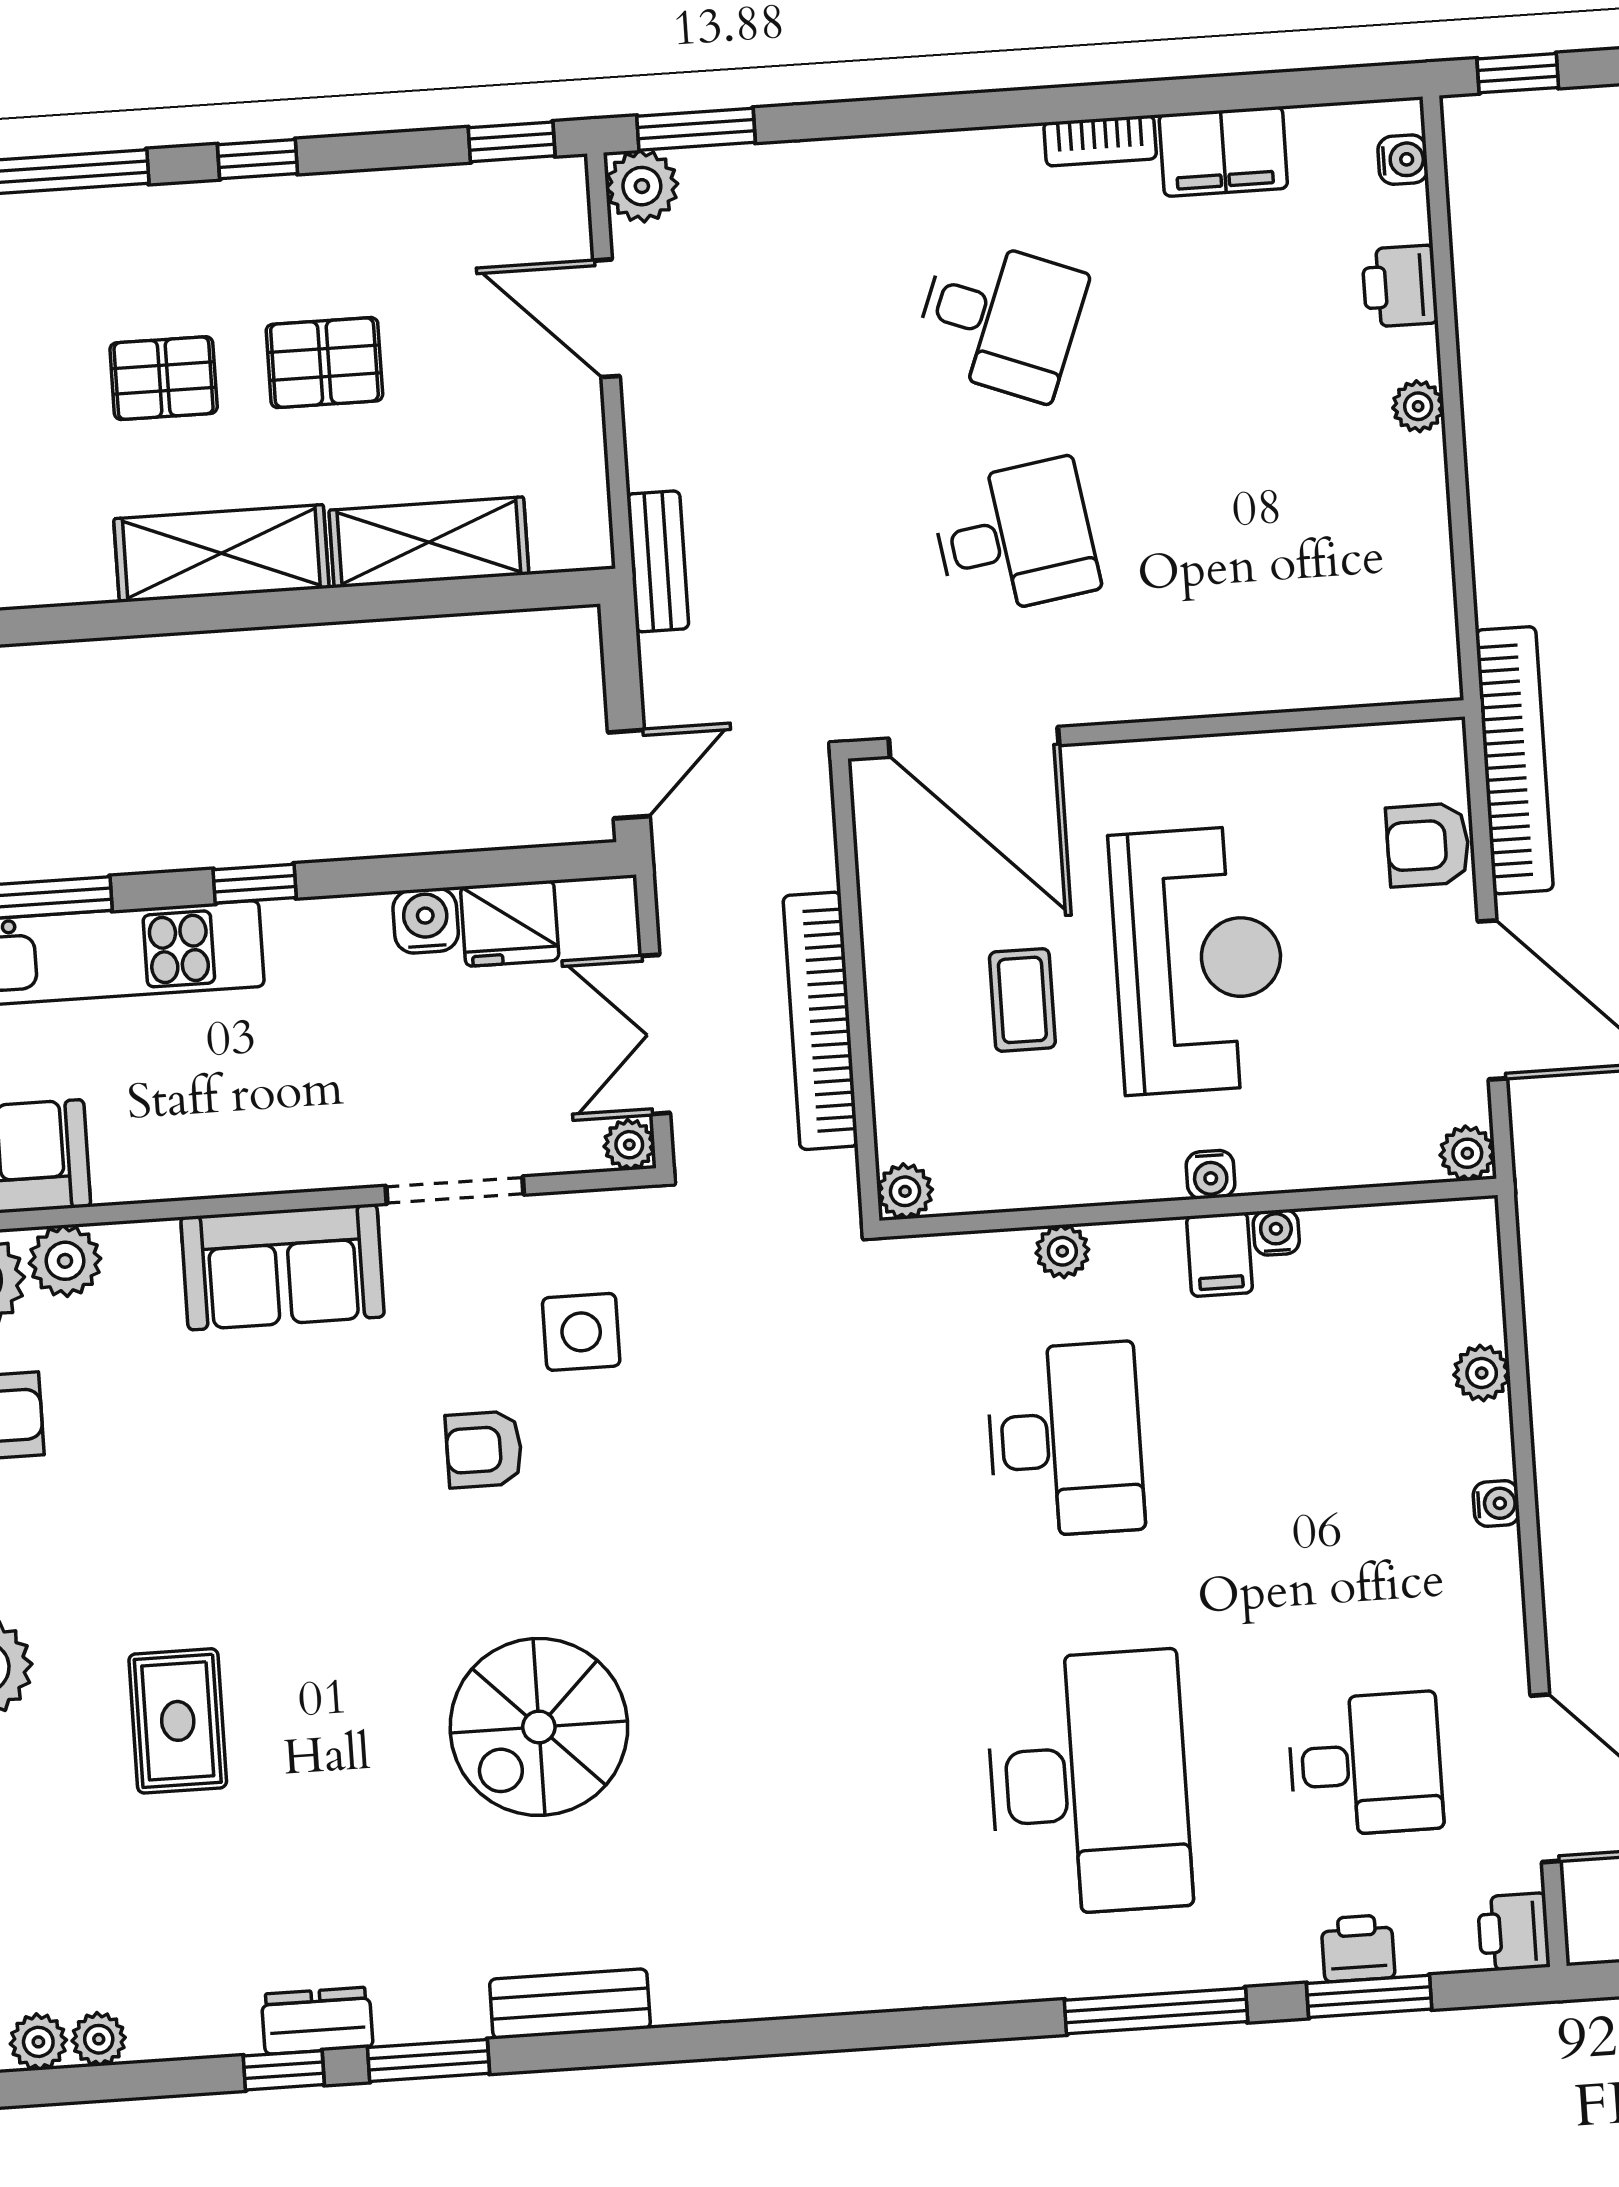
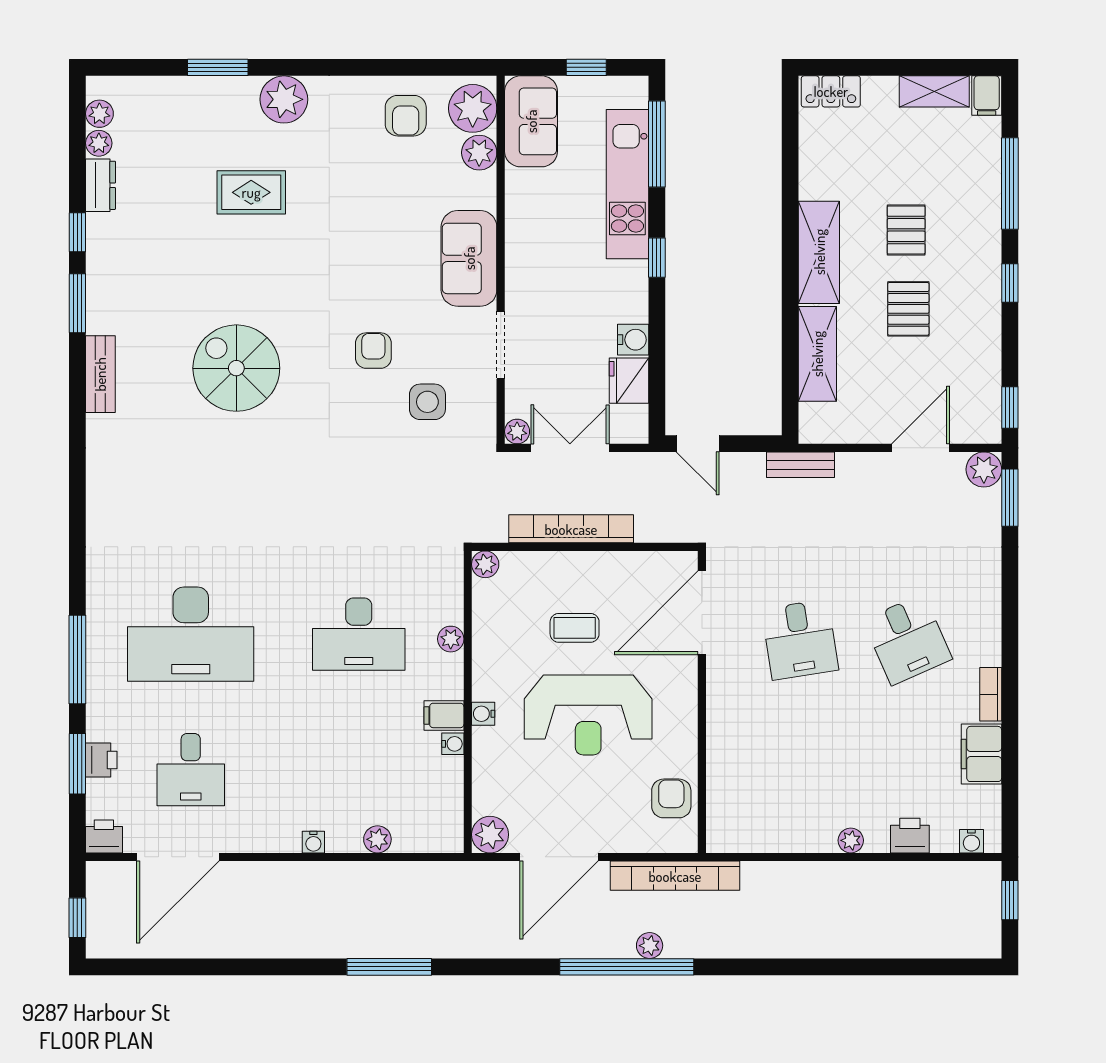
desk: (1000, 319) -> (907, 640), turned -45
armchair: (1428, 845) -> (671, 798), moved
plant: (1467, 1153) -> (490, 835), width x1.38, depth x1.38
dresser: (317, 2021) -> (100, 185), moved

